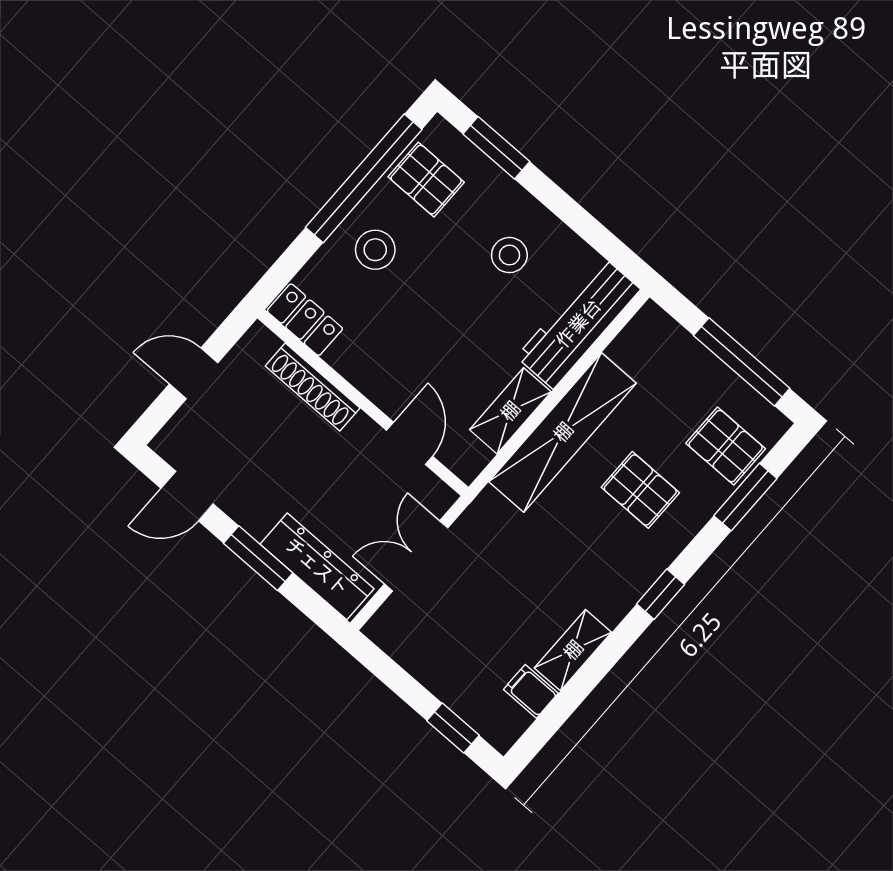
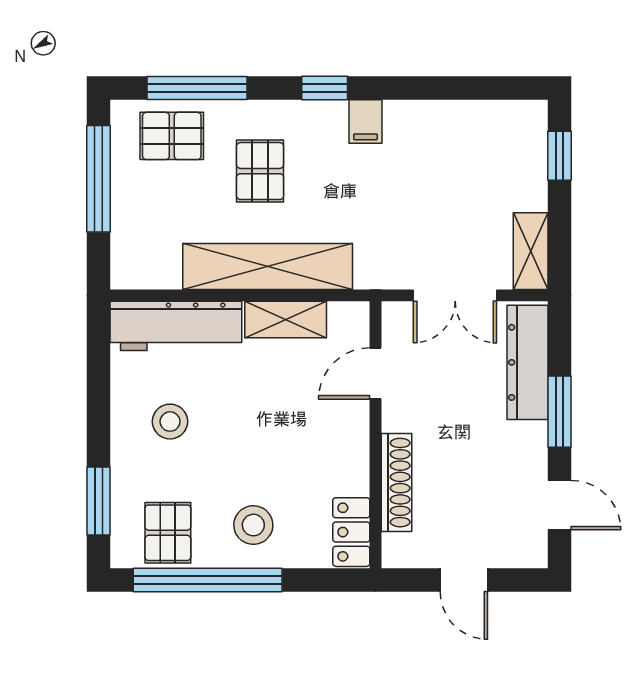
pallet: (726, 446) -> (172, 136), turned 90
window: (745, 497) -> (197, 88), width x1.44
shelving: (573, 650) -> (531, 251), moved, turned 90
filing cabinet: (531, 691) -> (365, 122), moved

